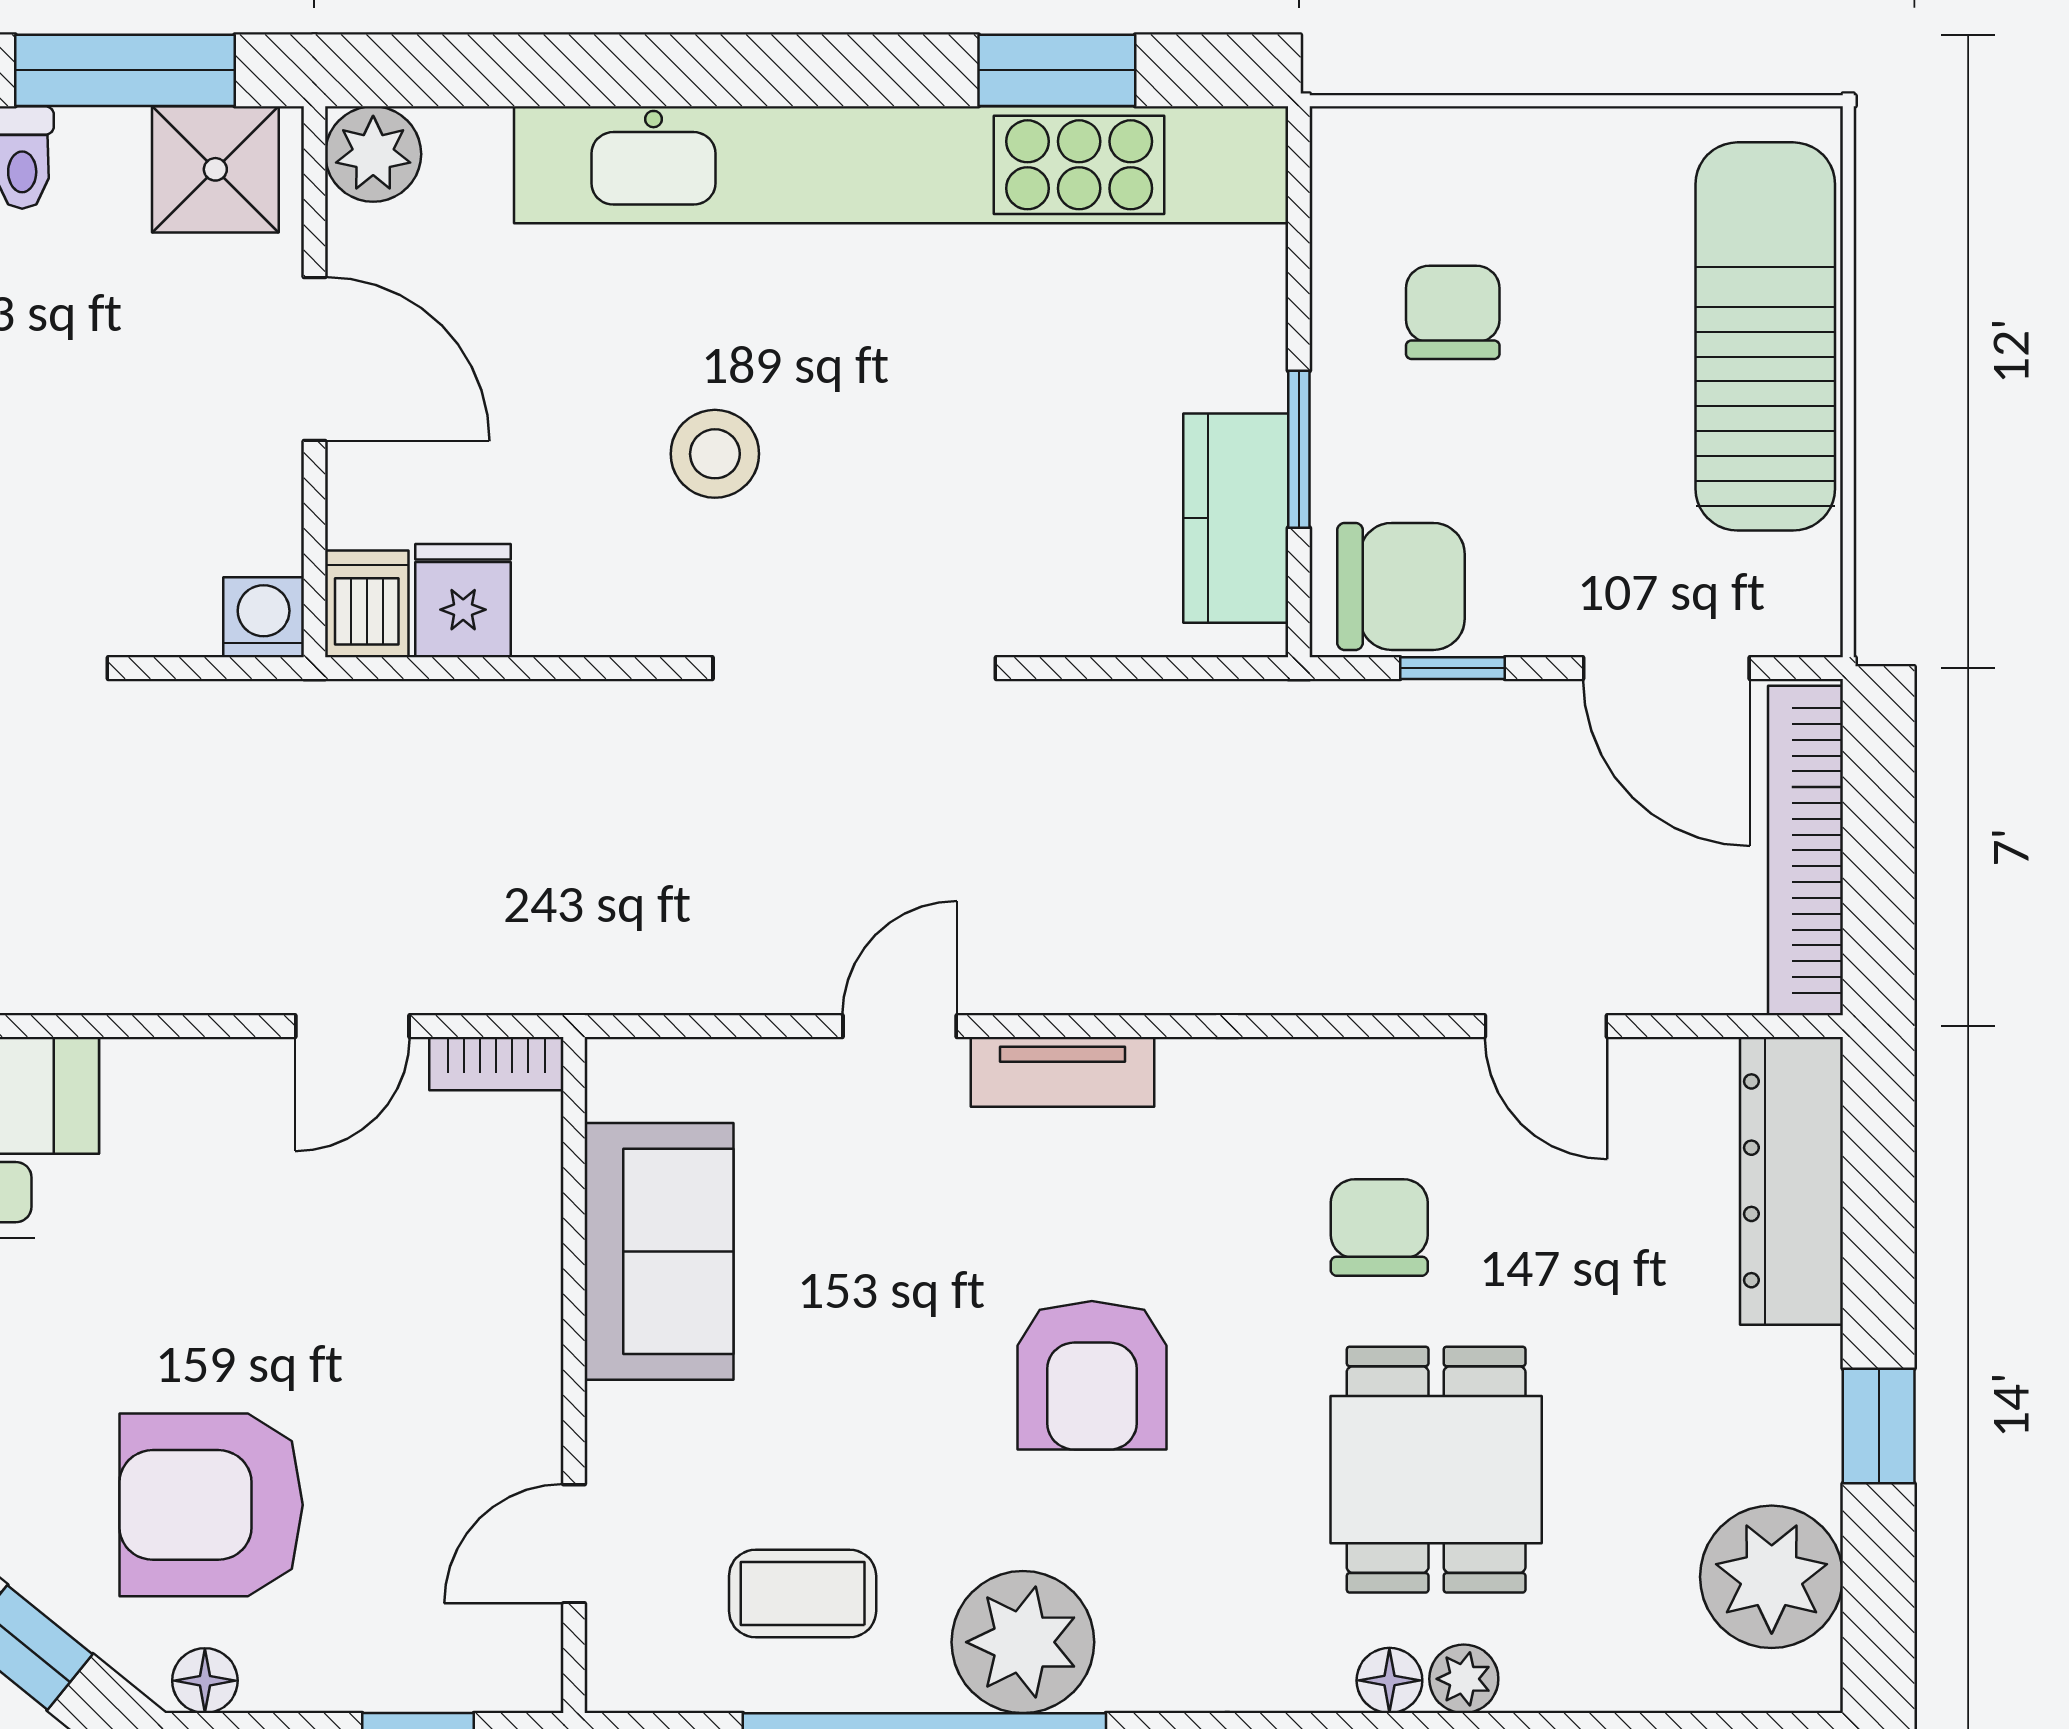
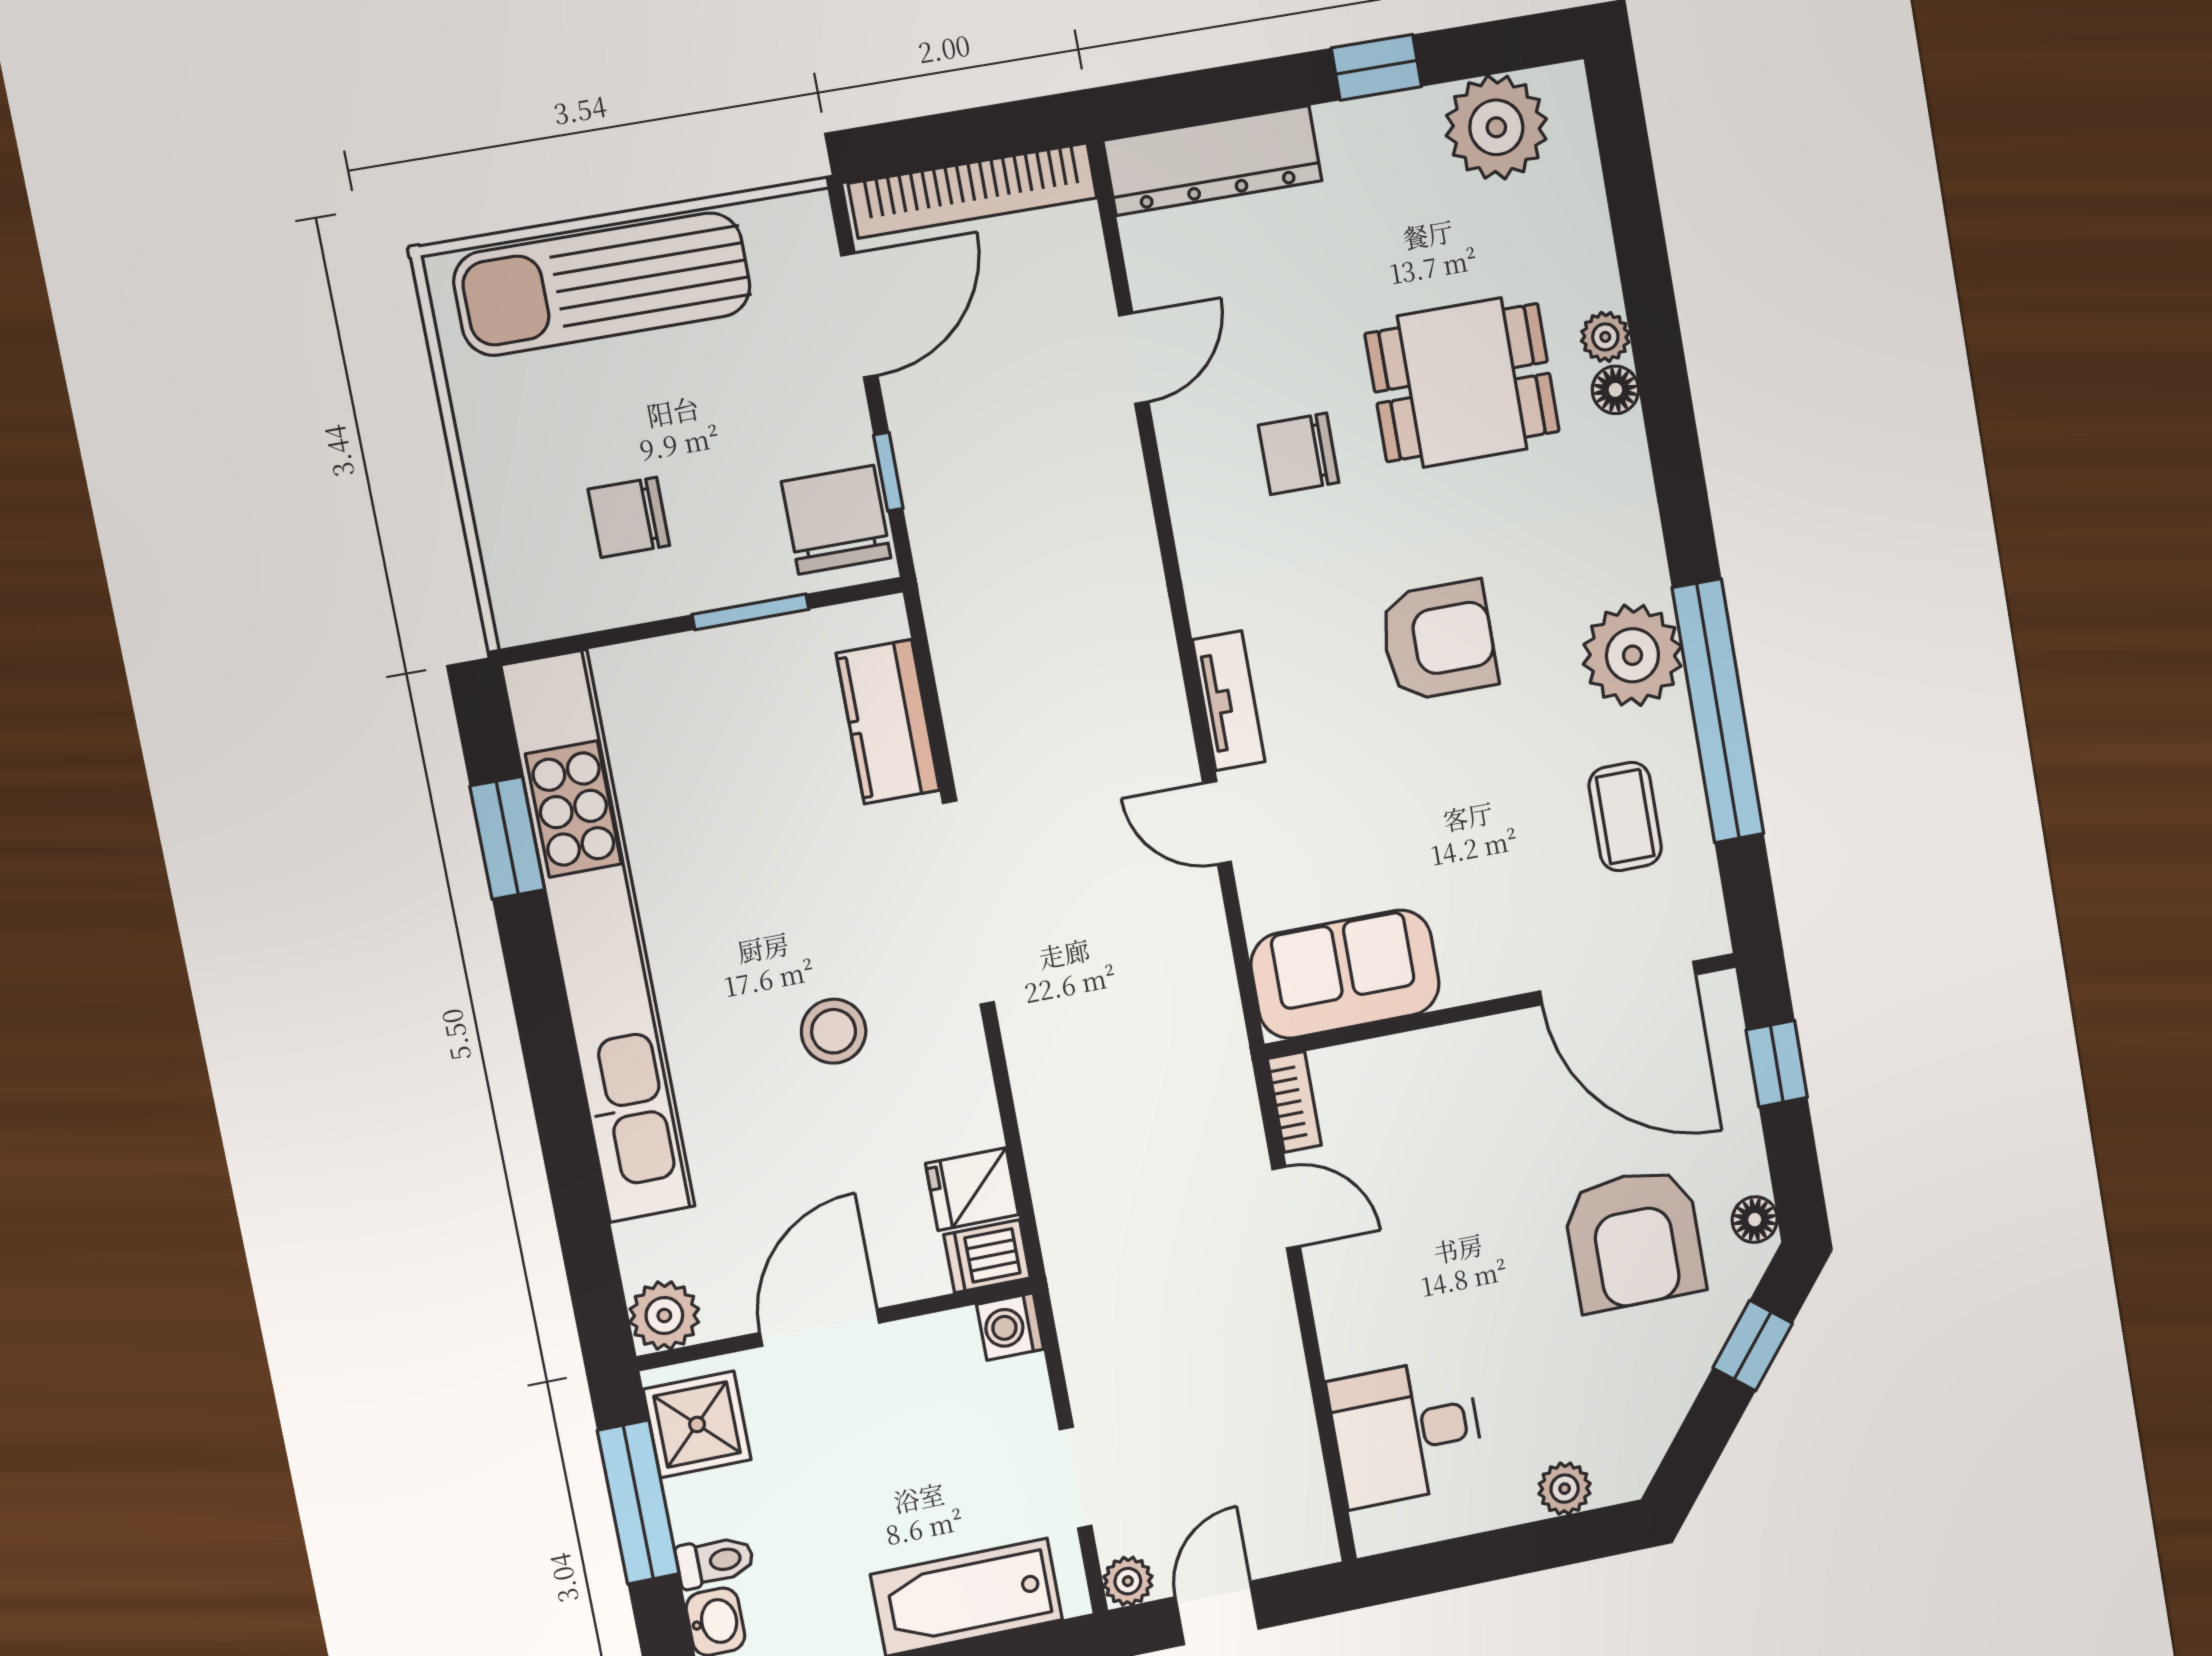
kitchen counter: (1236, 518) -> (888, 722), moved, turned 90
sofa: (659, 1251) -> (1345, 974), moved
door: (574, 1544) -> (1618, 983), width x1.88

